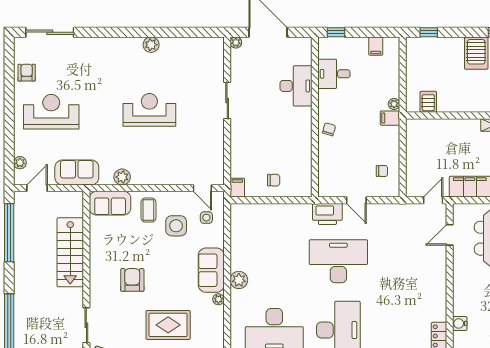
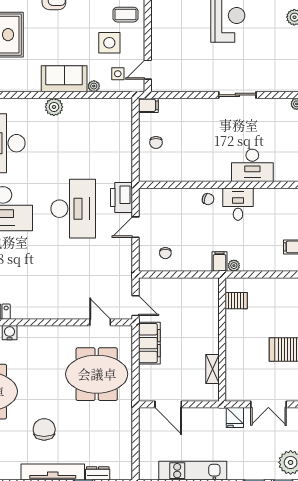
desk: (334, 74) -> (238, 204), moved
plant: (218, 299) -> (94, 86), moved

